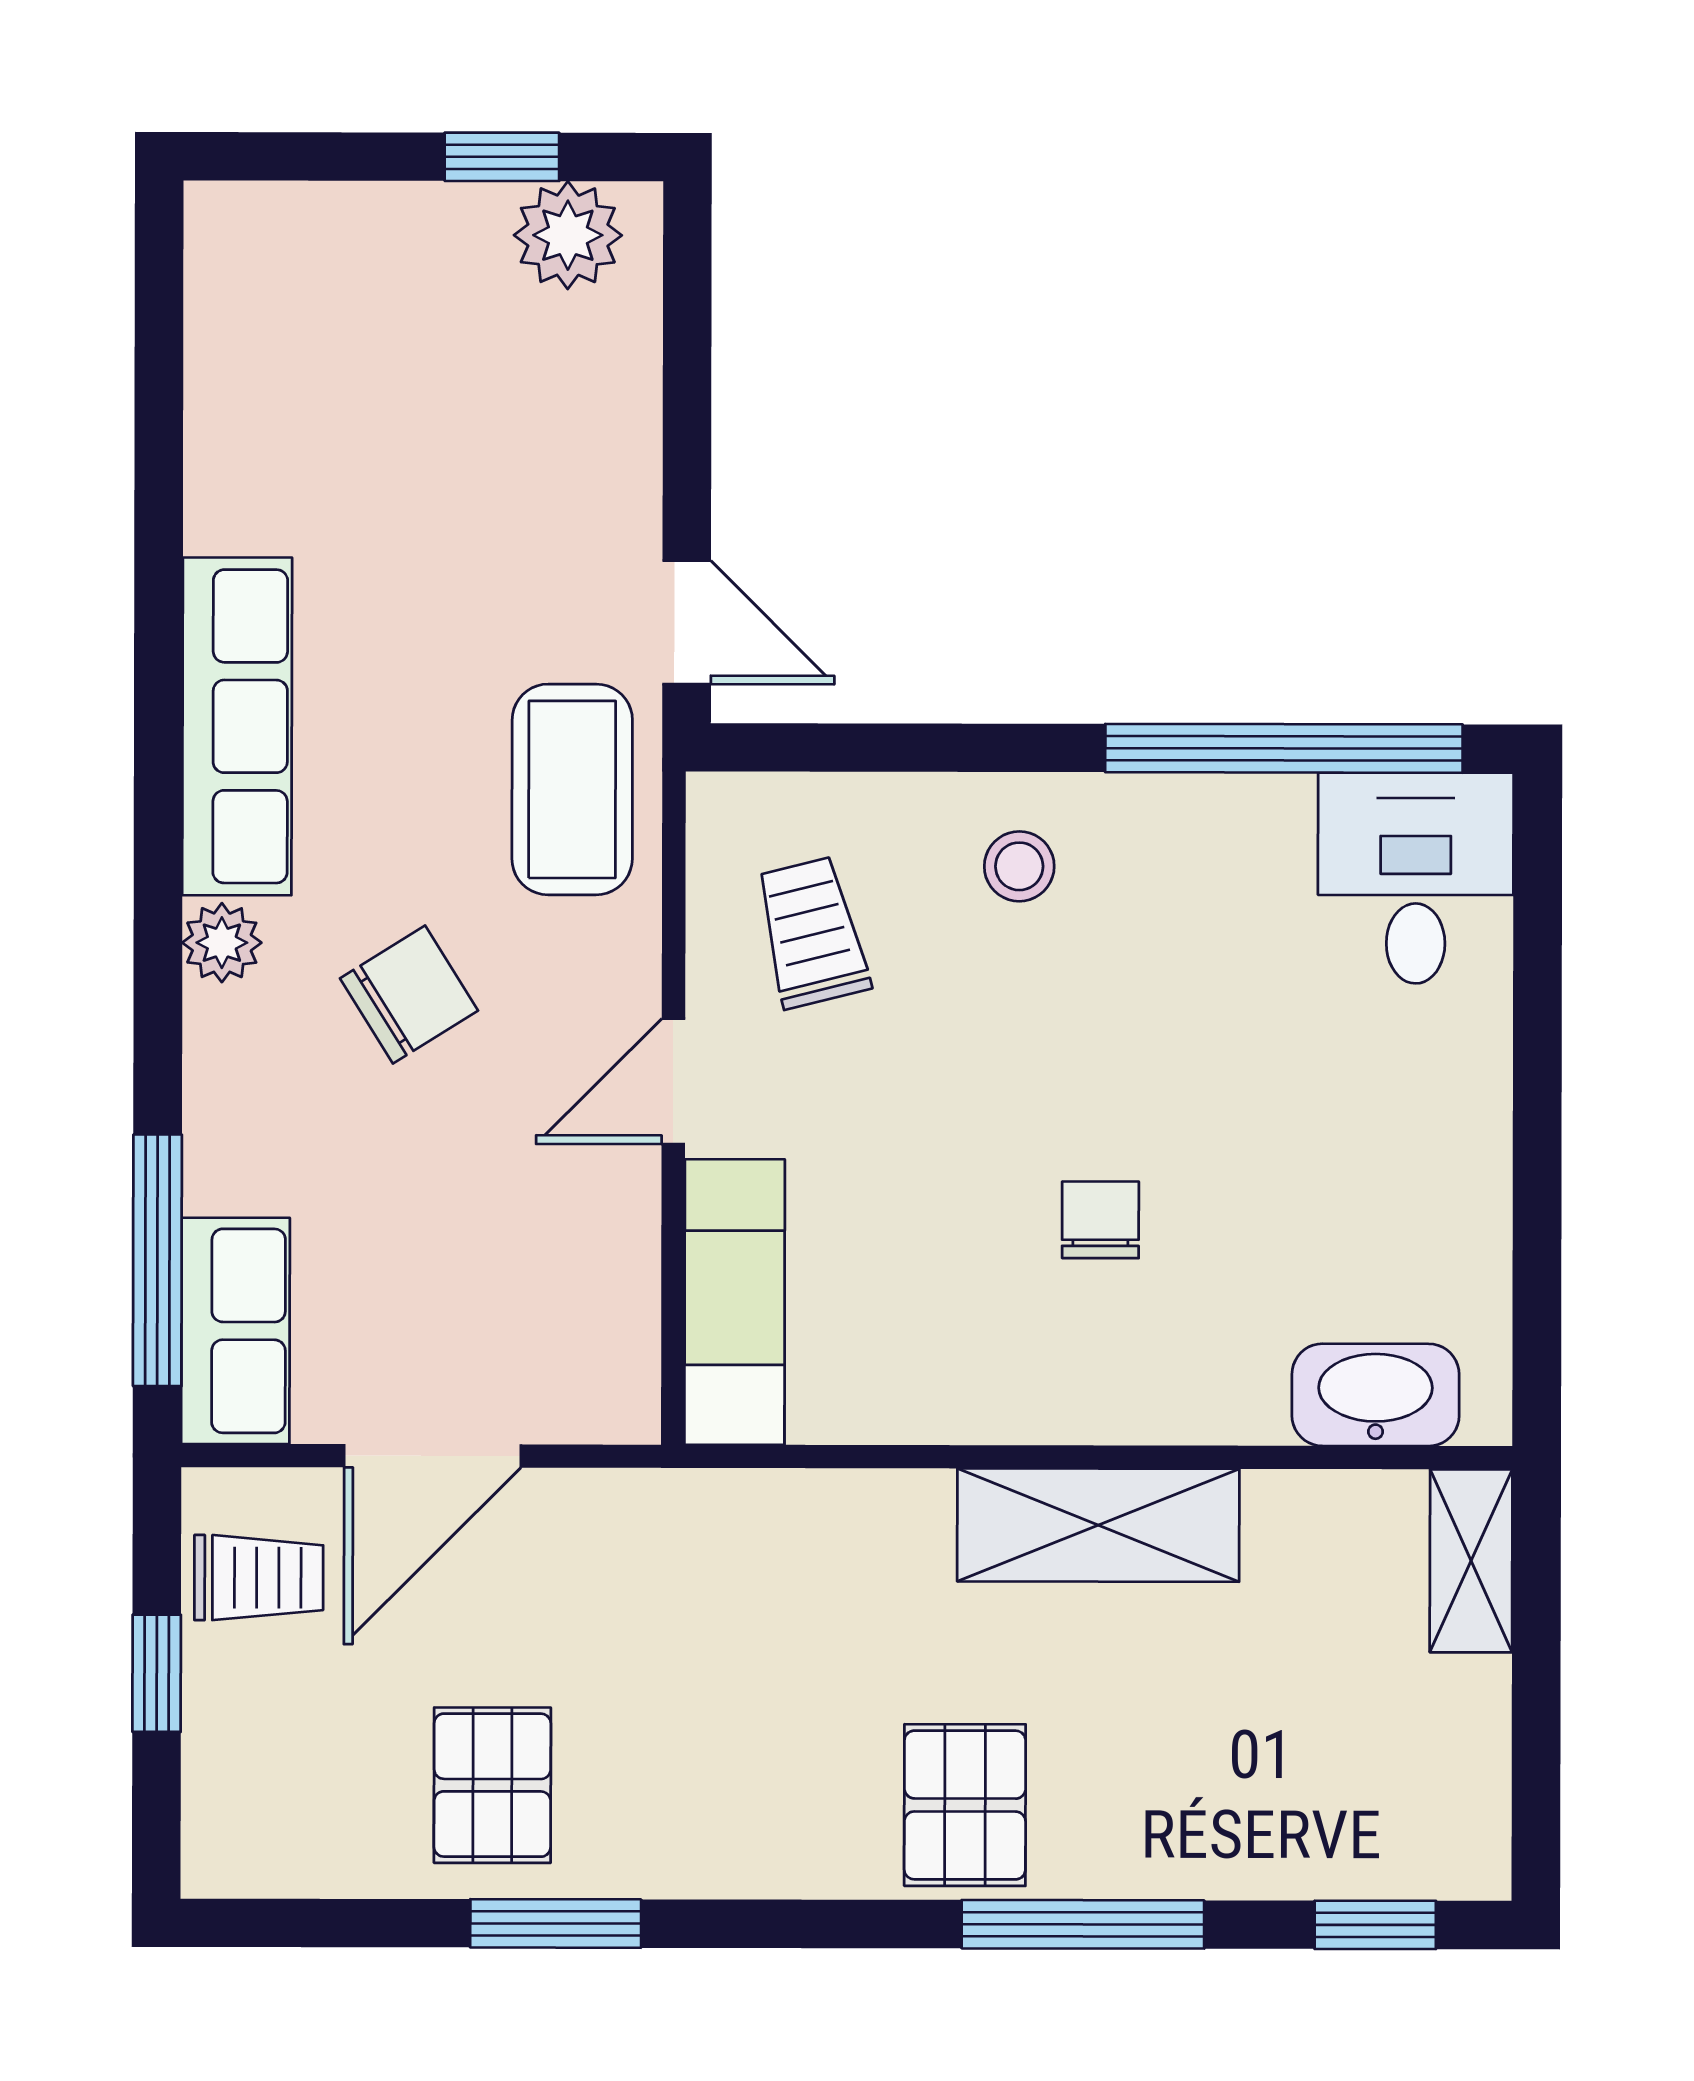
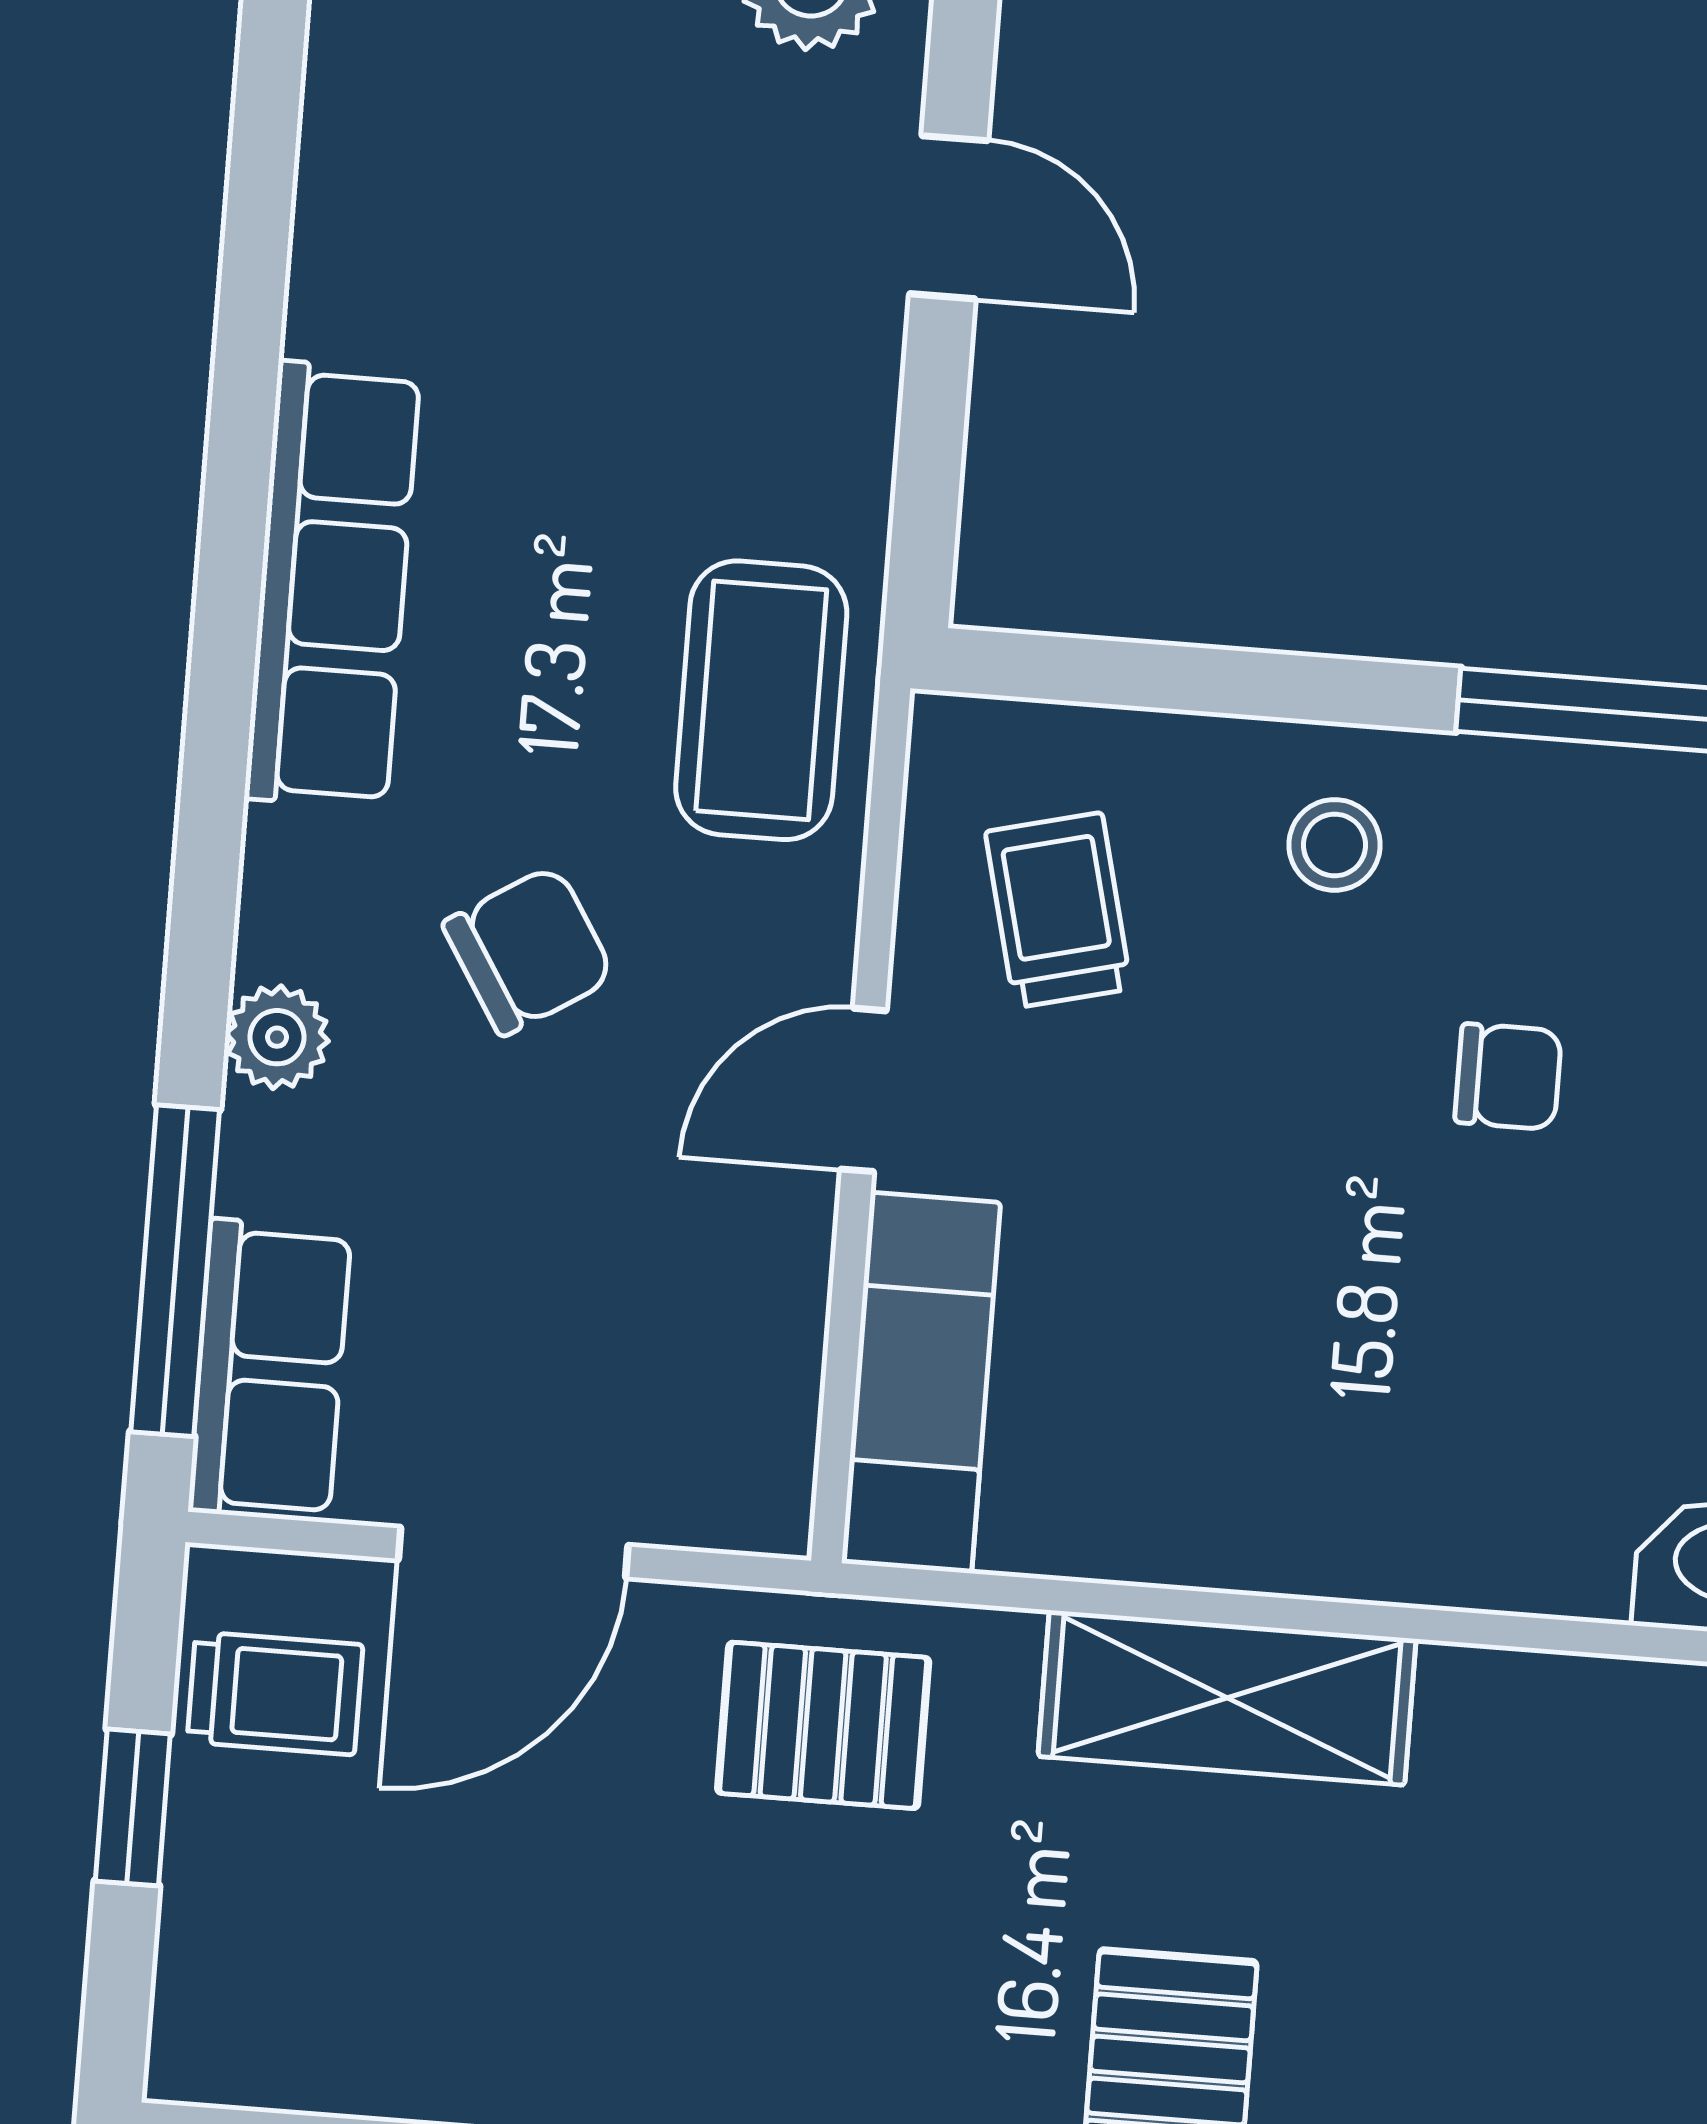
door: (687, 622) -> (949, 217), moved
plant: (222, 943) -> (277, 1037), moved
chair: (1100, 1220) -> (1508, 1077), moved, turned 90
shelving: (1098, 1525) -> (1227, 1698), moved
pallet: (492, 1785) -> (823, 1725), moved, turned 90

